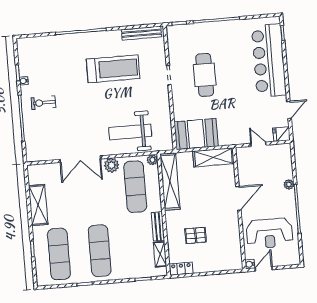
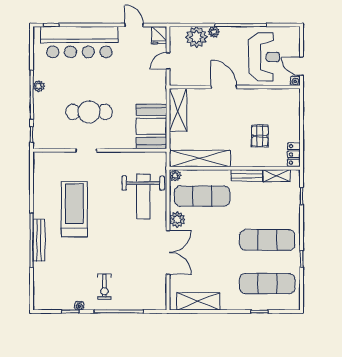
plant: (225, 26) -> (39, 86), added
bench: (141, 33) -> (39, 240), moved
plant: (283, 169) -> (196, 37), added
shelving: (38, 205) -> (198, 301), moved

